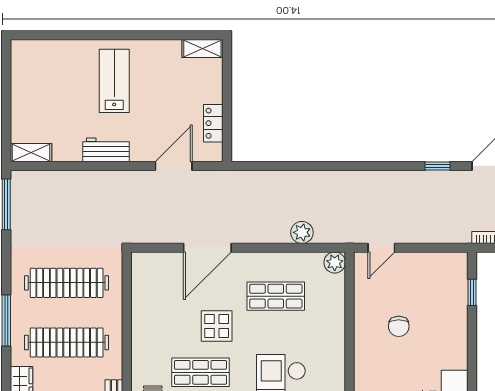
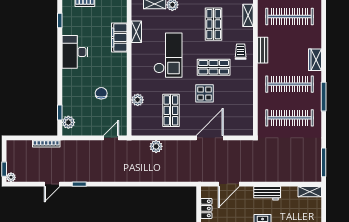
plant: (335, 262) -> (138, 100), moved
plant: (457, 275) -> (68, 122), added
shop shelf: (276, 296) -> (171, 110), turned 90

